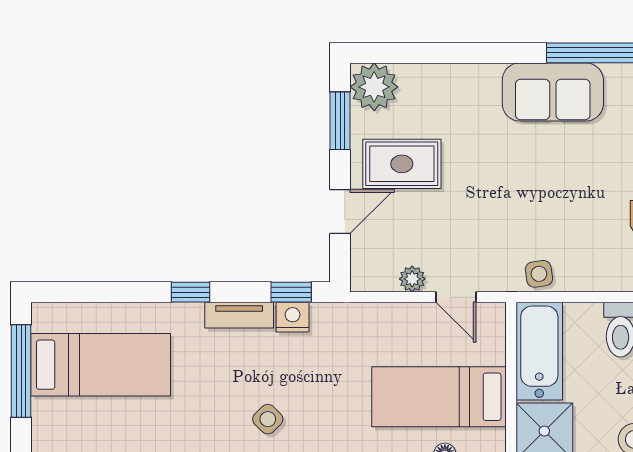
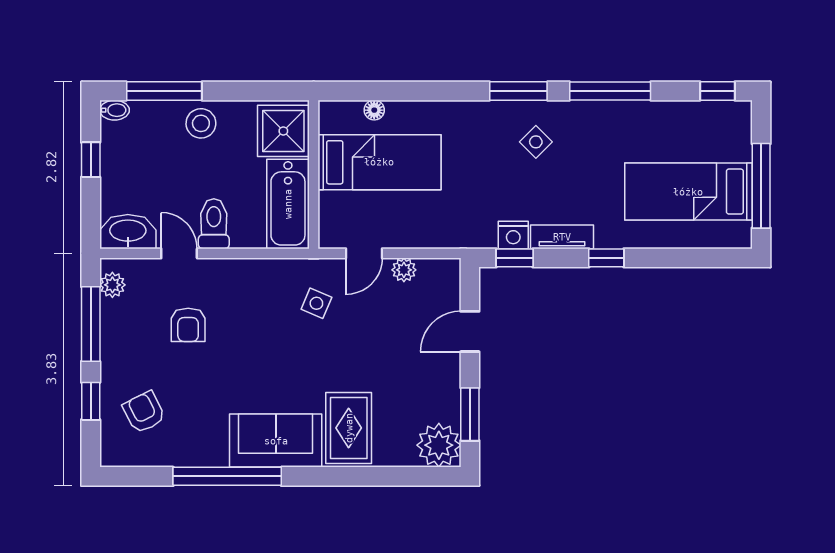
rug: (402, 164) -> (349, 428), moved, turned 90
side table: (539, 274) -> (316, 303), moved, turned 31
door: (456, 297) -> (364, 253), swing flipped

